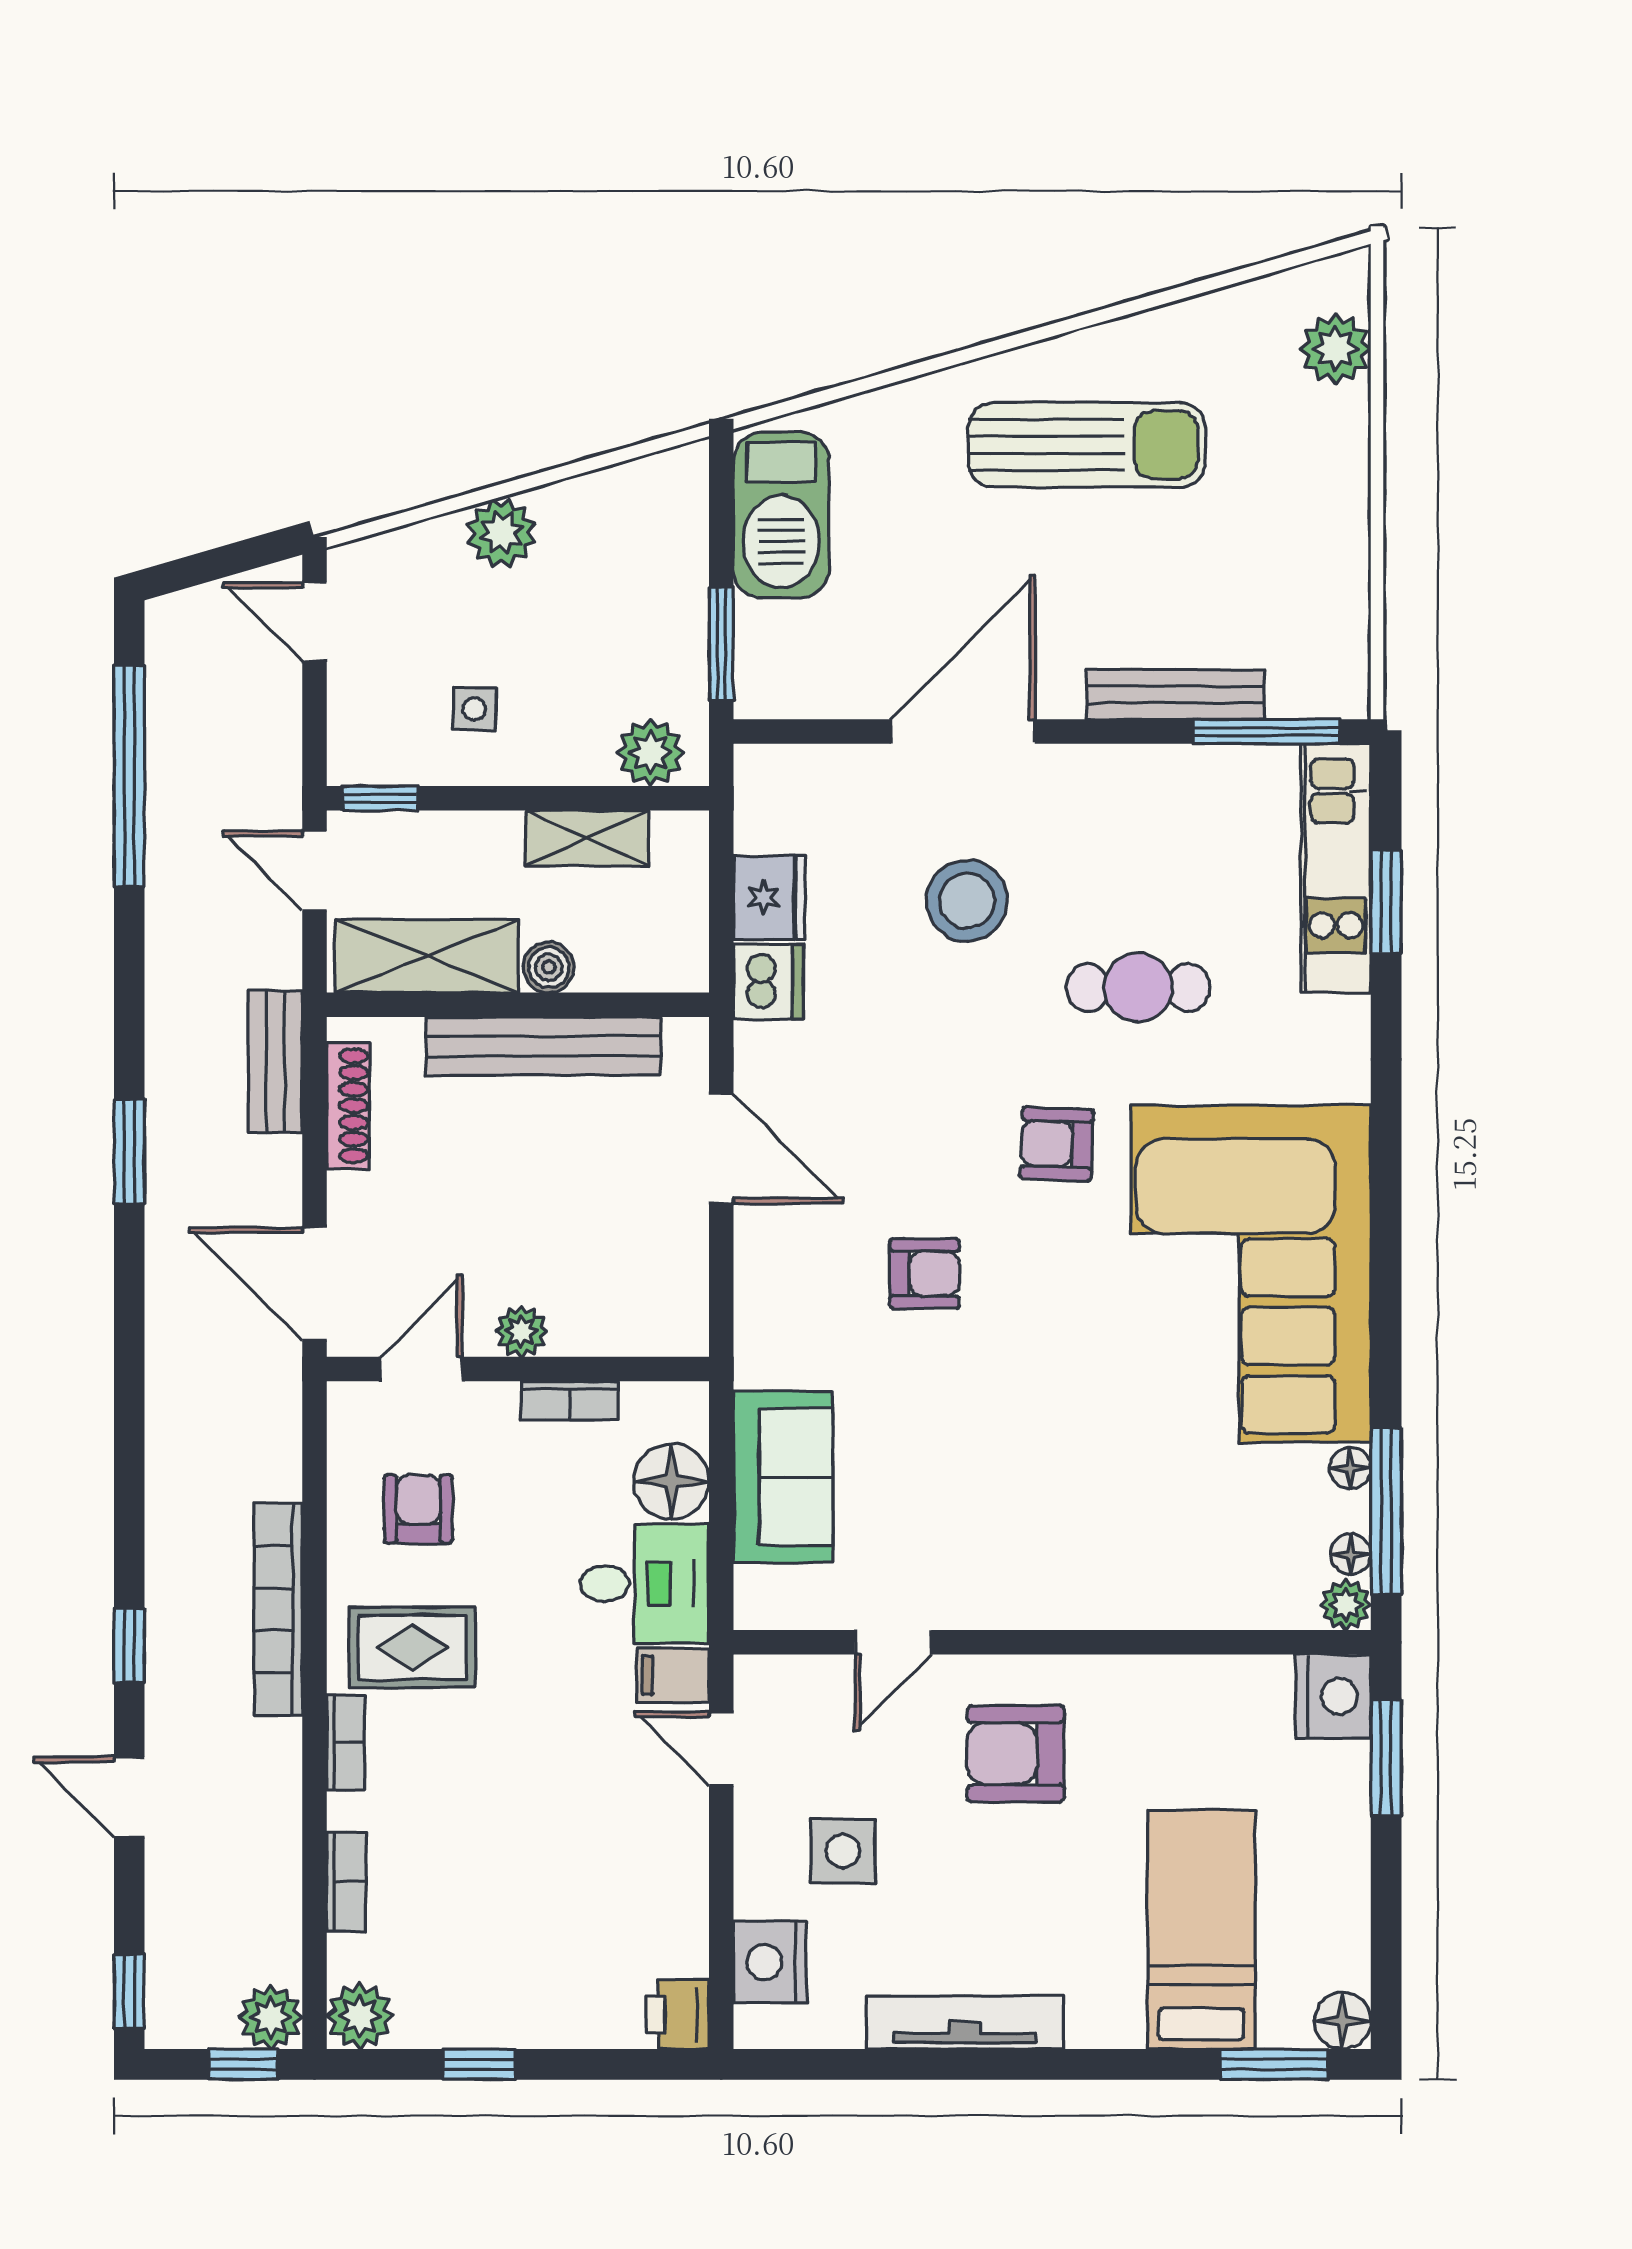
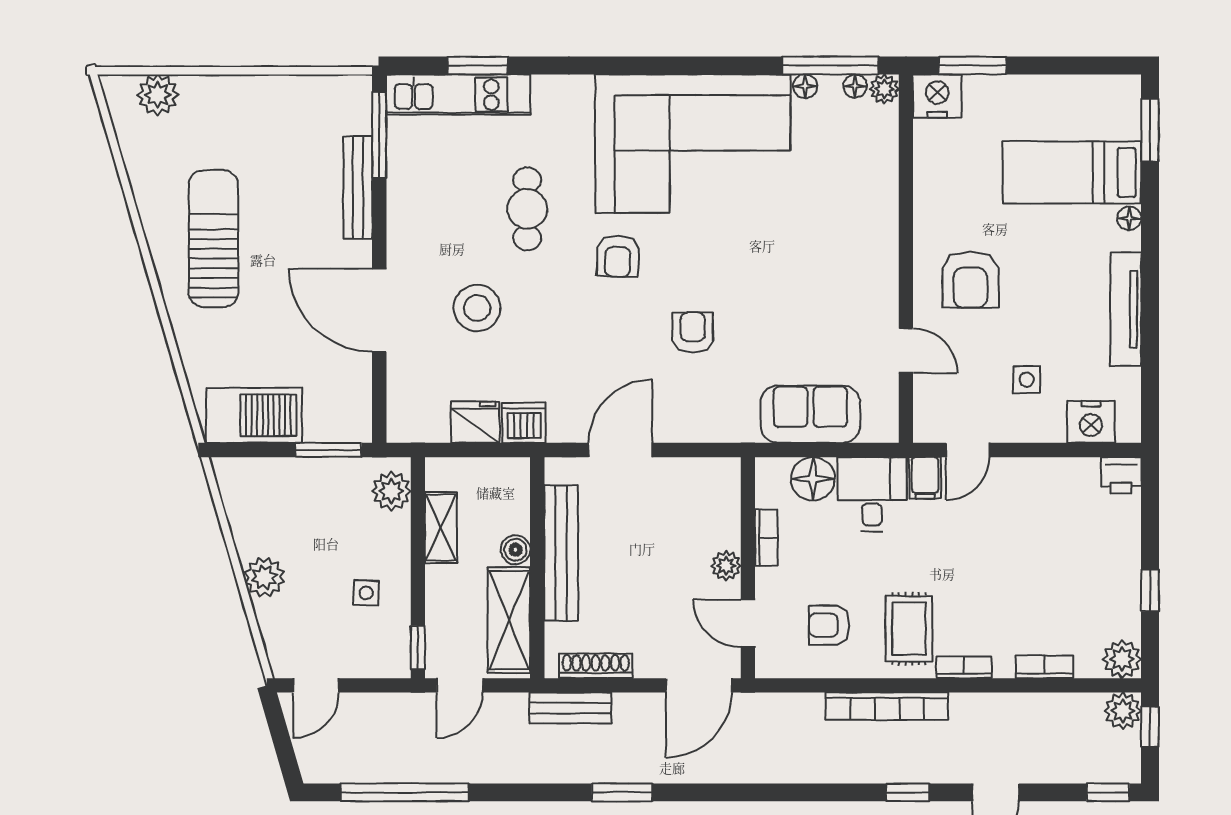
side table: (843, 1851) -> (1027, 380), width x0.73, depth x0.73
floor lamp: (1343, 2021) -> (1129, 218), moved, width x0.73, depth x0.73

